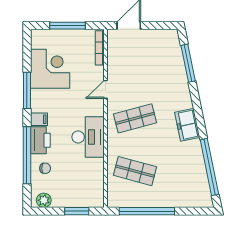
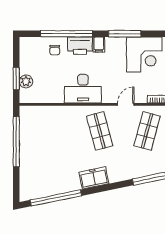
door: (106, 89) -> (126, 104), hinge flipped
shop shelf: (135, 171) -> (147, 131), moved
plant: (44, 200) -> (26, 81), moved

